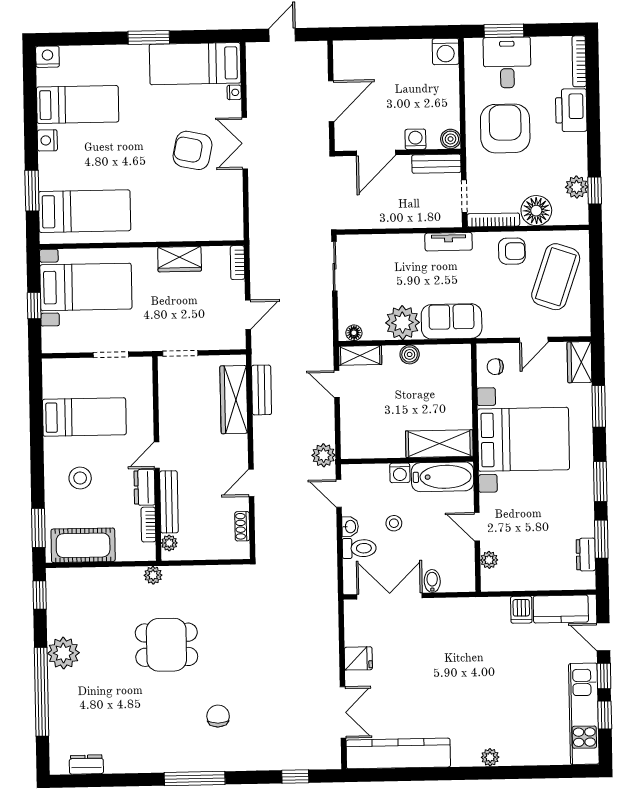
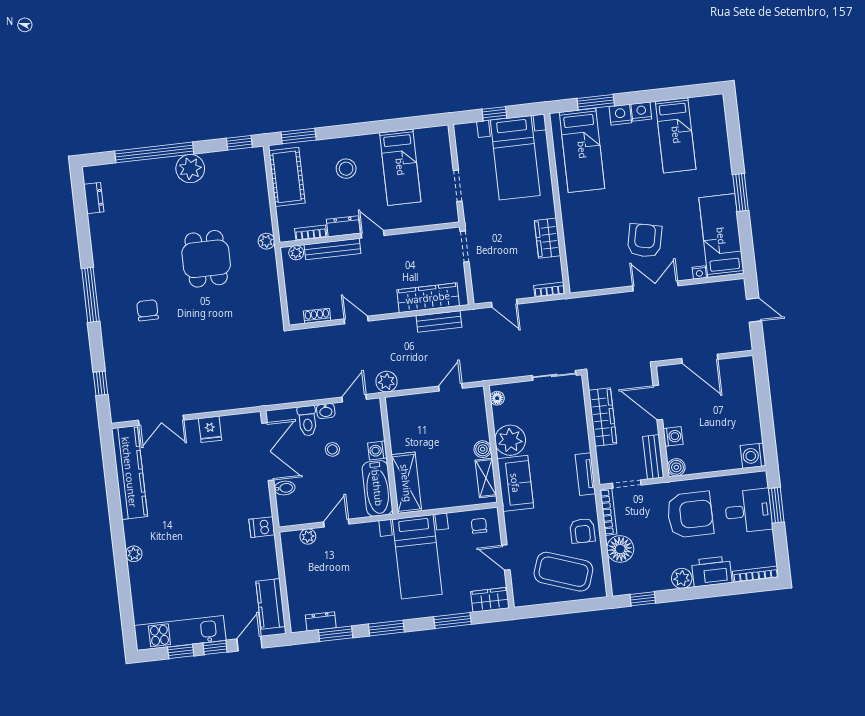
nightstand: (47, 57) -> (620, 115), moved, turned -90
plant: (577, 187) -> (682, 578), moved
wardrobe: (386, 216) -> (603, 417), added
shelving: (360, 355) -> (486, 478), moved
bed with nightstands: (523, 439) -> (417, 557), width x0.73
dishwasher: (521, 610) -> (262, 527), moved
chair: (218, 716) -> (147, 310), turned -90

